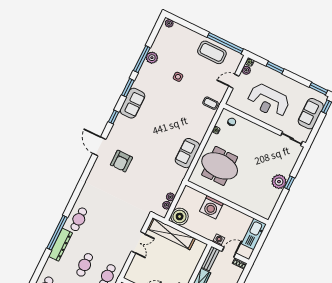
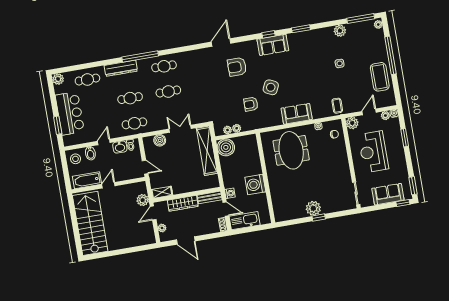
window: (225, 43) -> (390, 55), moved
window: (142, 59) -> (361, 18), moved
door: (234, 81) -> (369, 112), hinge flipped
plant: (233, 101) -> (352, 123), added
sofa: (132, 103) -> (273, 45), moved
door: (99, 146) -> (221, 43), moved
side table: (157, 146) -> (271, 87), added
sofa: (187, 153) -> (297, 114), moved
armchair: (159, 171) -> (251, 104), added
washing machine: (211, 207) -> (255, 184), moved
cafe table: (101, 230) -> (168, 92), added
kitchen sink: (254, 234) -> (245, 221), moved
double door: (138, 242) -> (180, 129), swing flipped
dresser: (60, 245) -> (121, 68), moved
boiler: (136, 265) -> (160, 140), added

